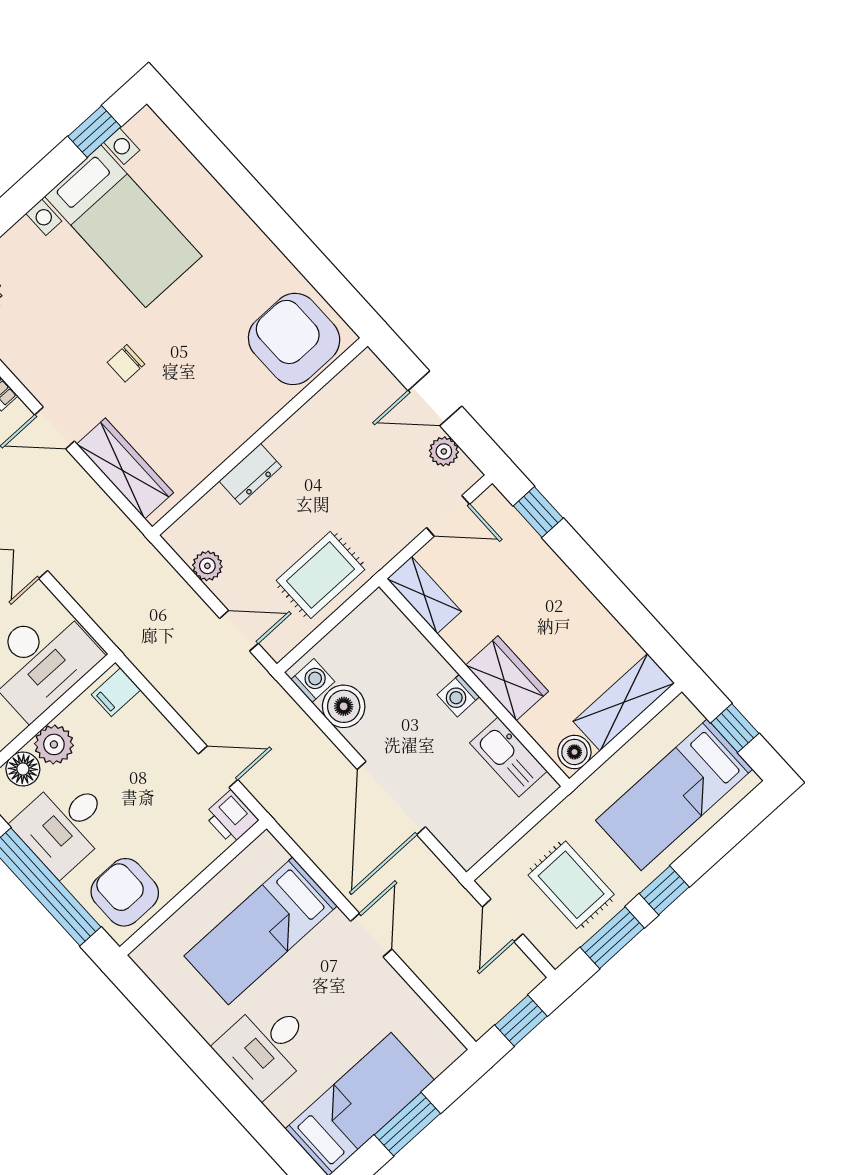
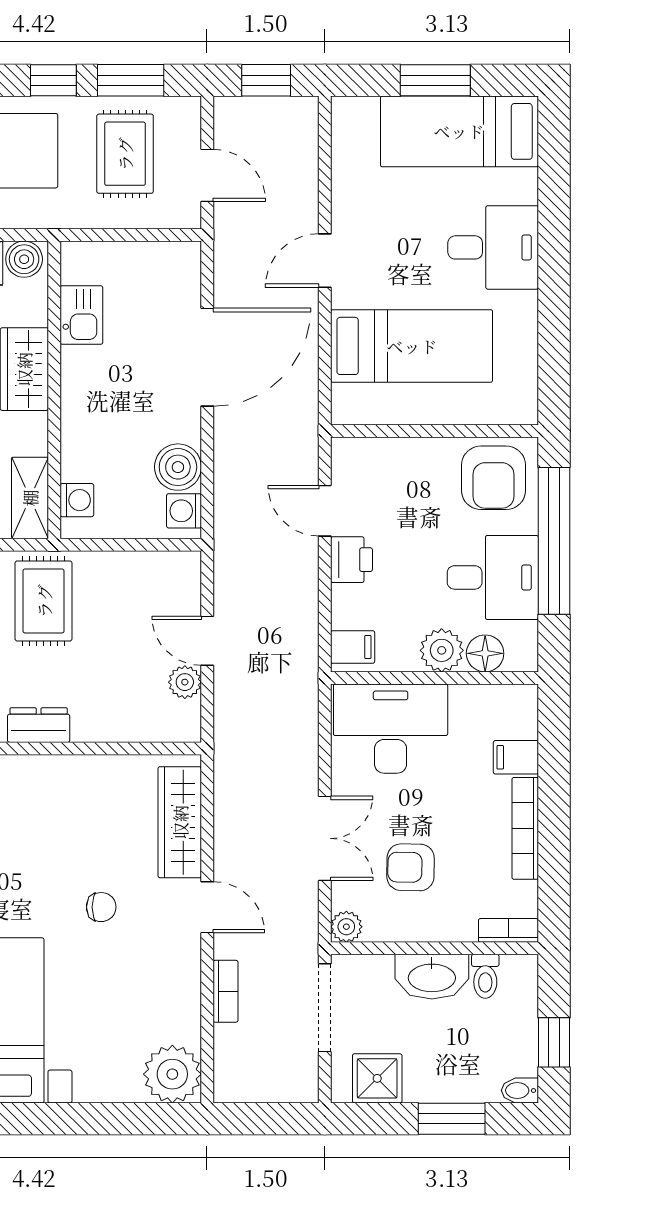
dresser: (250, 474) -> (39, 725), moved
rug: (321, 575) -> (44, 601), moved, turned 90
door: (239, 631) -> (207, 641), moved
washing machine: (458, 696) -> (77, 500), moved
kitchen sink: (508, 757) -> (81, 315), width x0.73
printer: (231, 817) -> (351, 560), moved
door: (503, 920) -> (207, 175), hinge flipped

